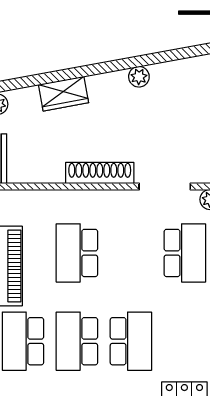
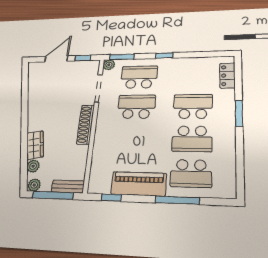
plant: (139, 77) -> (33, 166), moved
school desk: (77, 253) -> (137, 107), moved, turned 180

